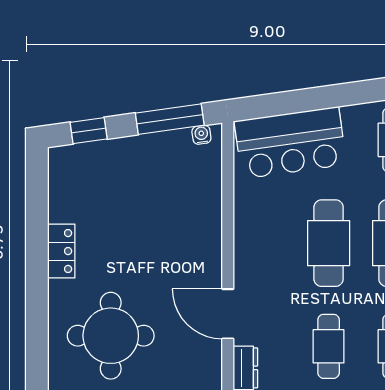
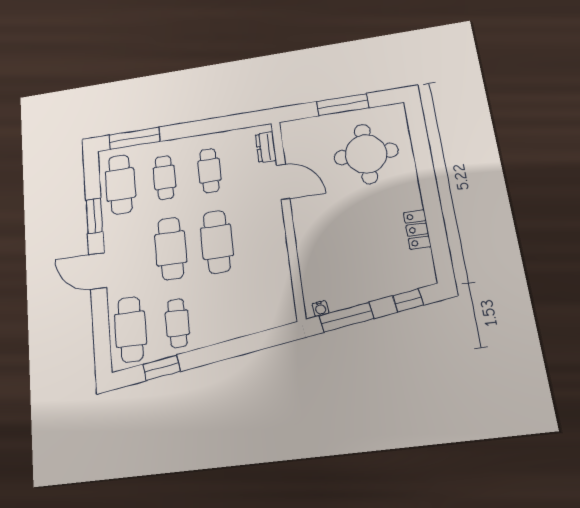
bar counter: (290, 143) -> (253, 311), removed
locker: (61, 251) -> (417, 230), moved

